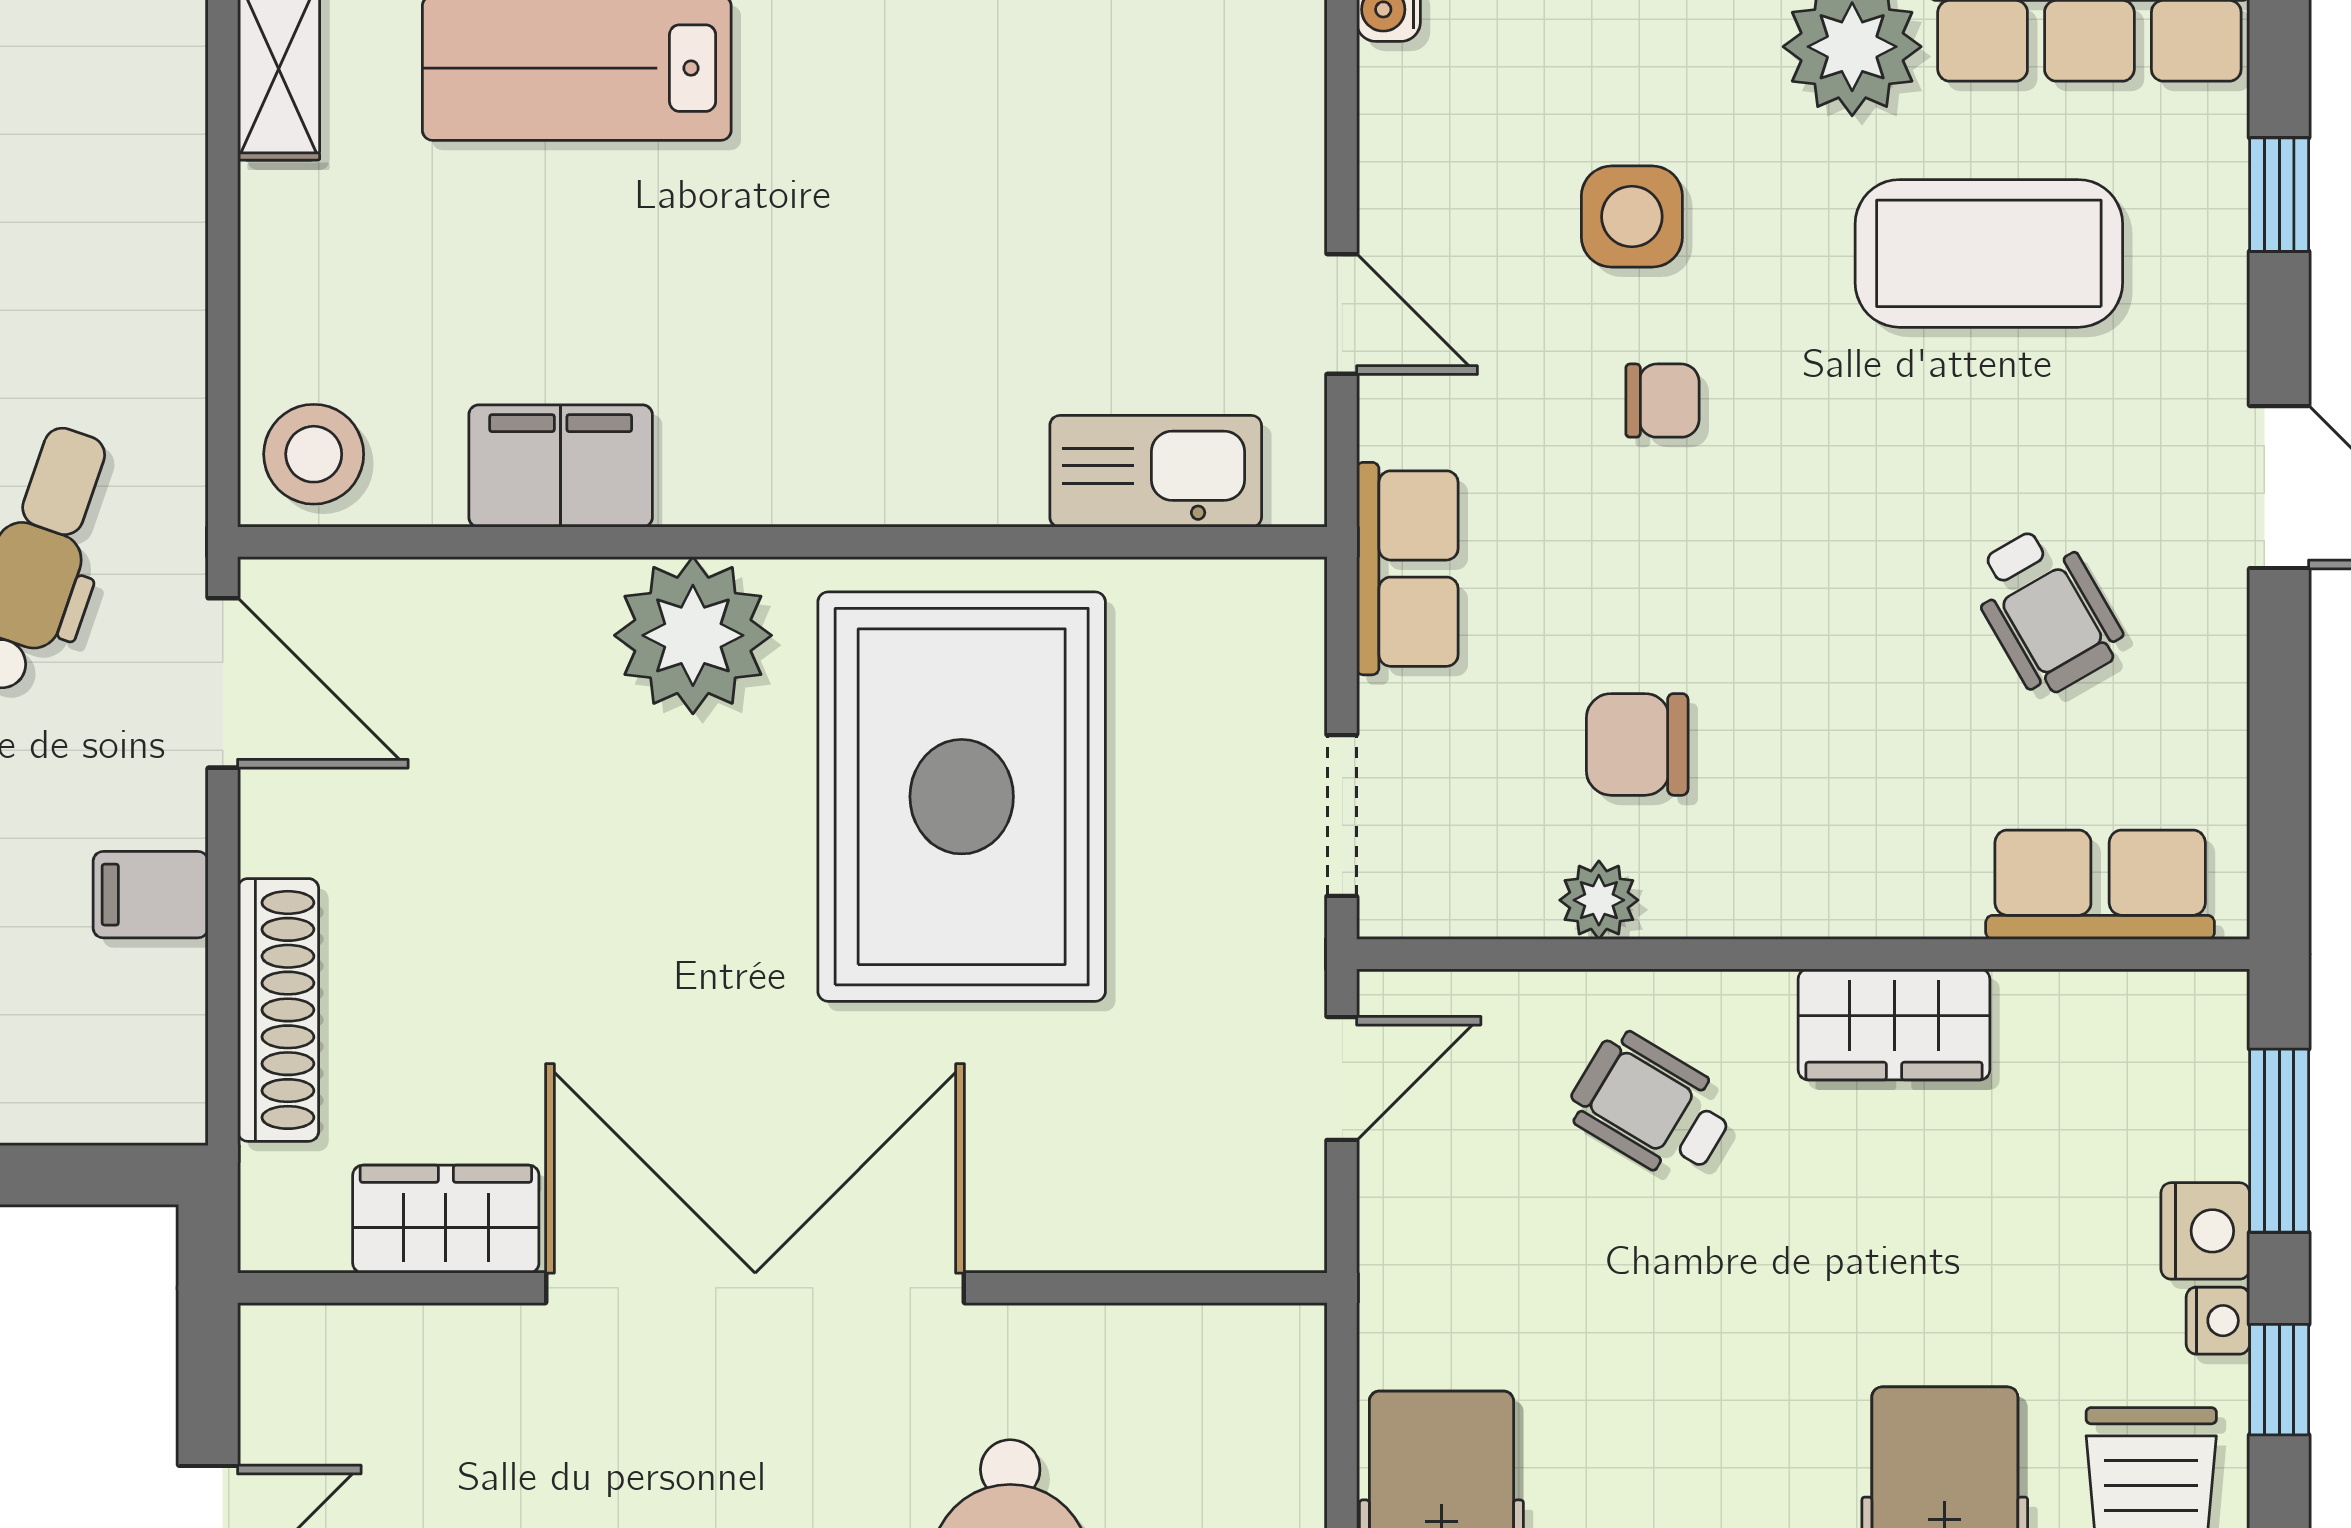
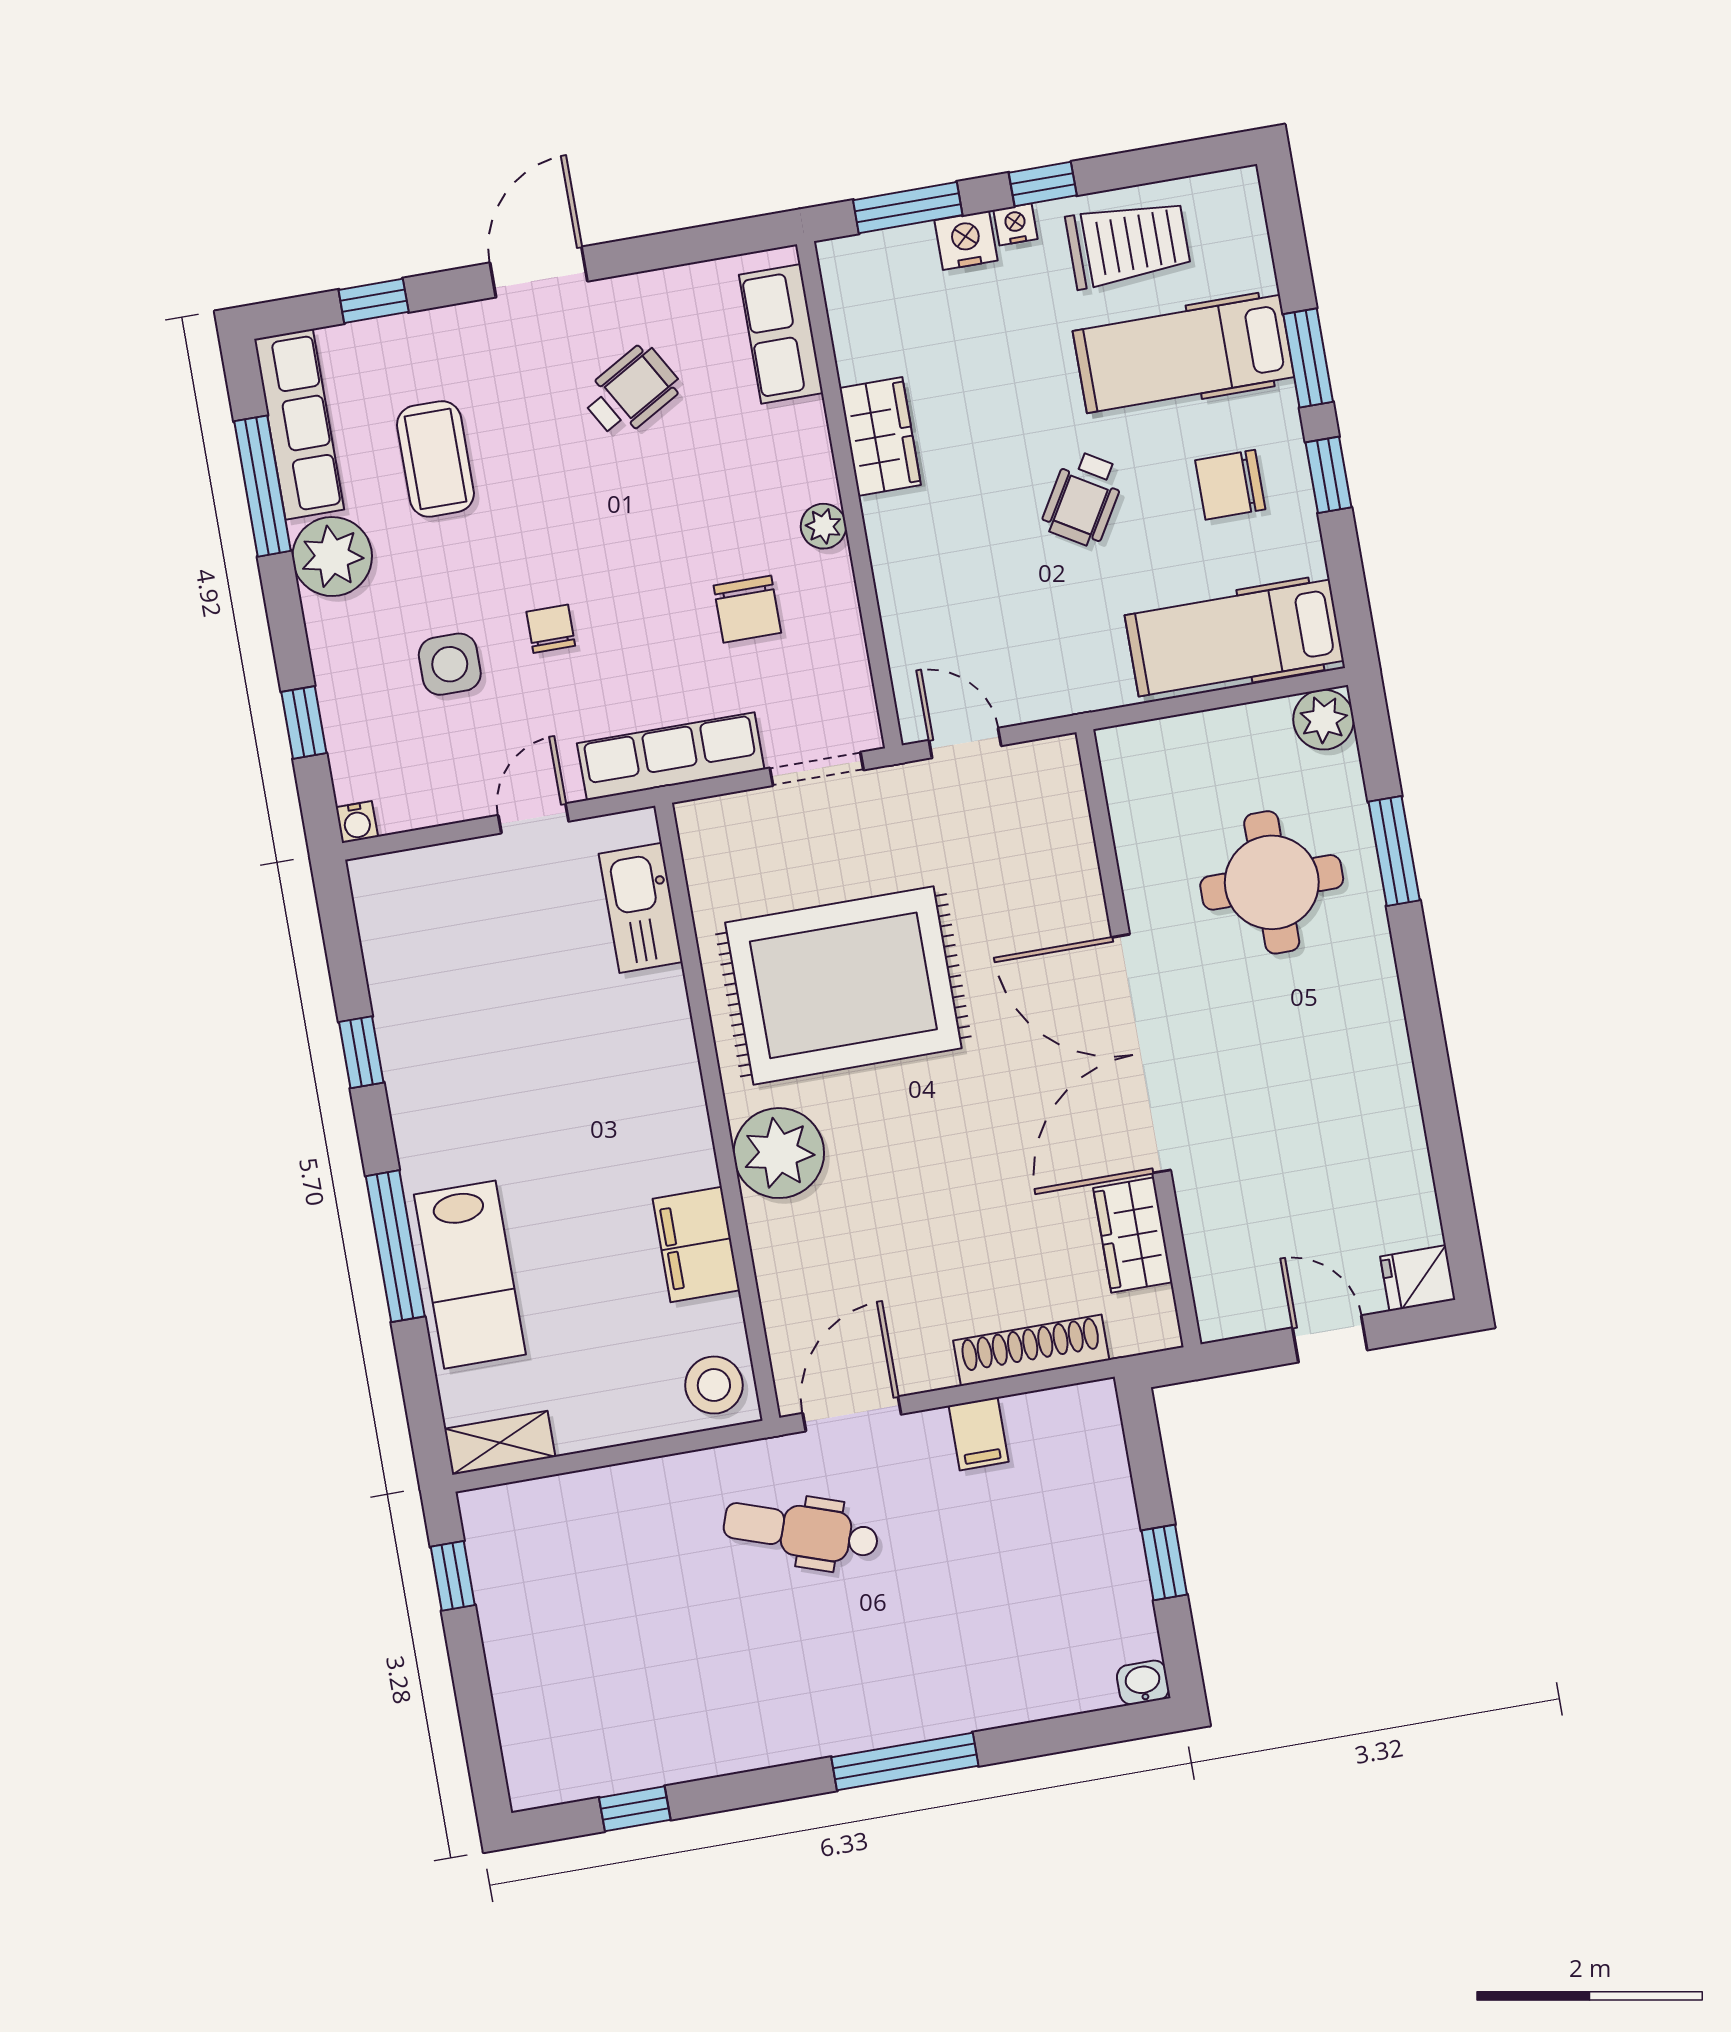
coffee table: (1989, 253) -> (435, 459), width x0.73, depth x0.76
row of seats: (1407, 569) -> (671, 756), width x1.48
plant: (1599, 900) -> (823, 526), moved
wheelchair: (1652, 1107) -> (1083, 499), moved

